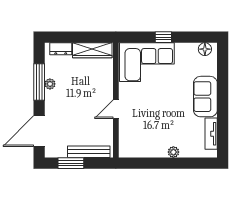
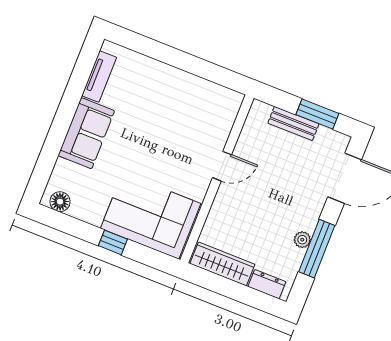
bench: (89, 152) -> (293, 123), width x0.73
plant: (173, 152) -> (164, 72), removed

